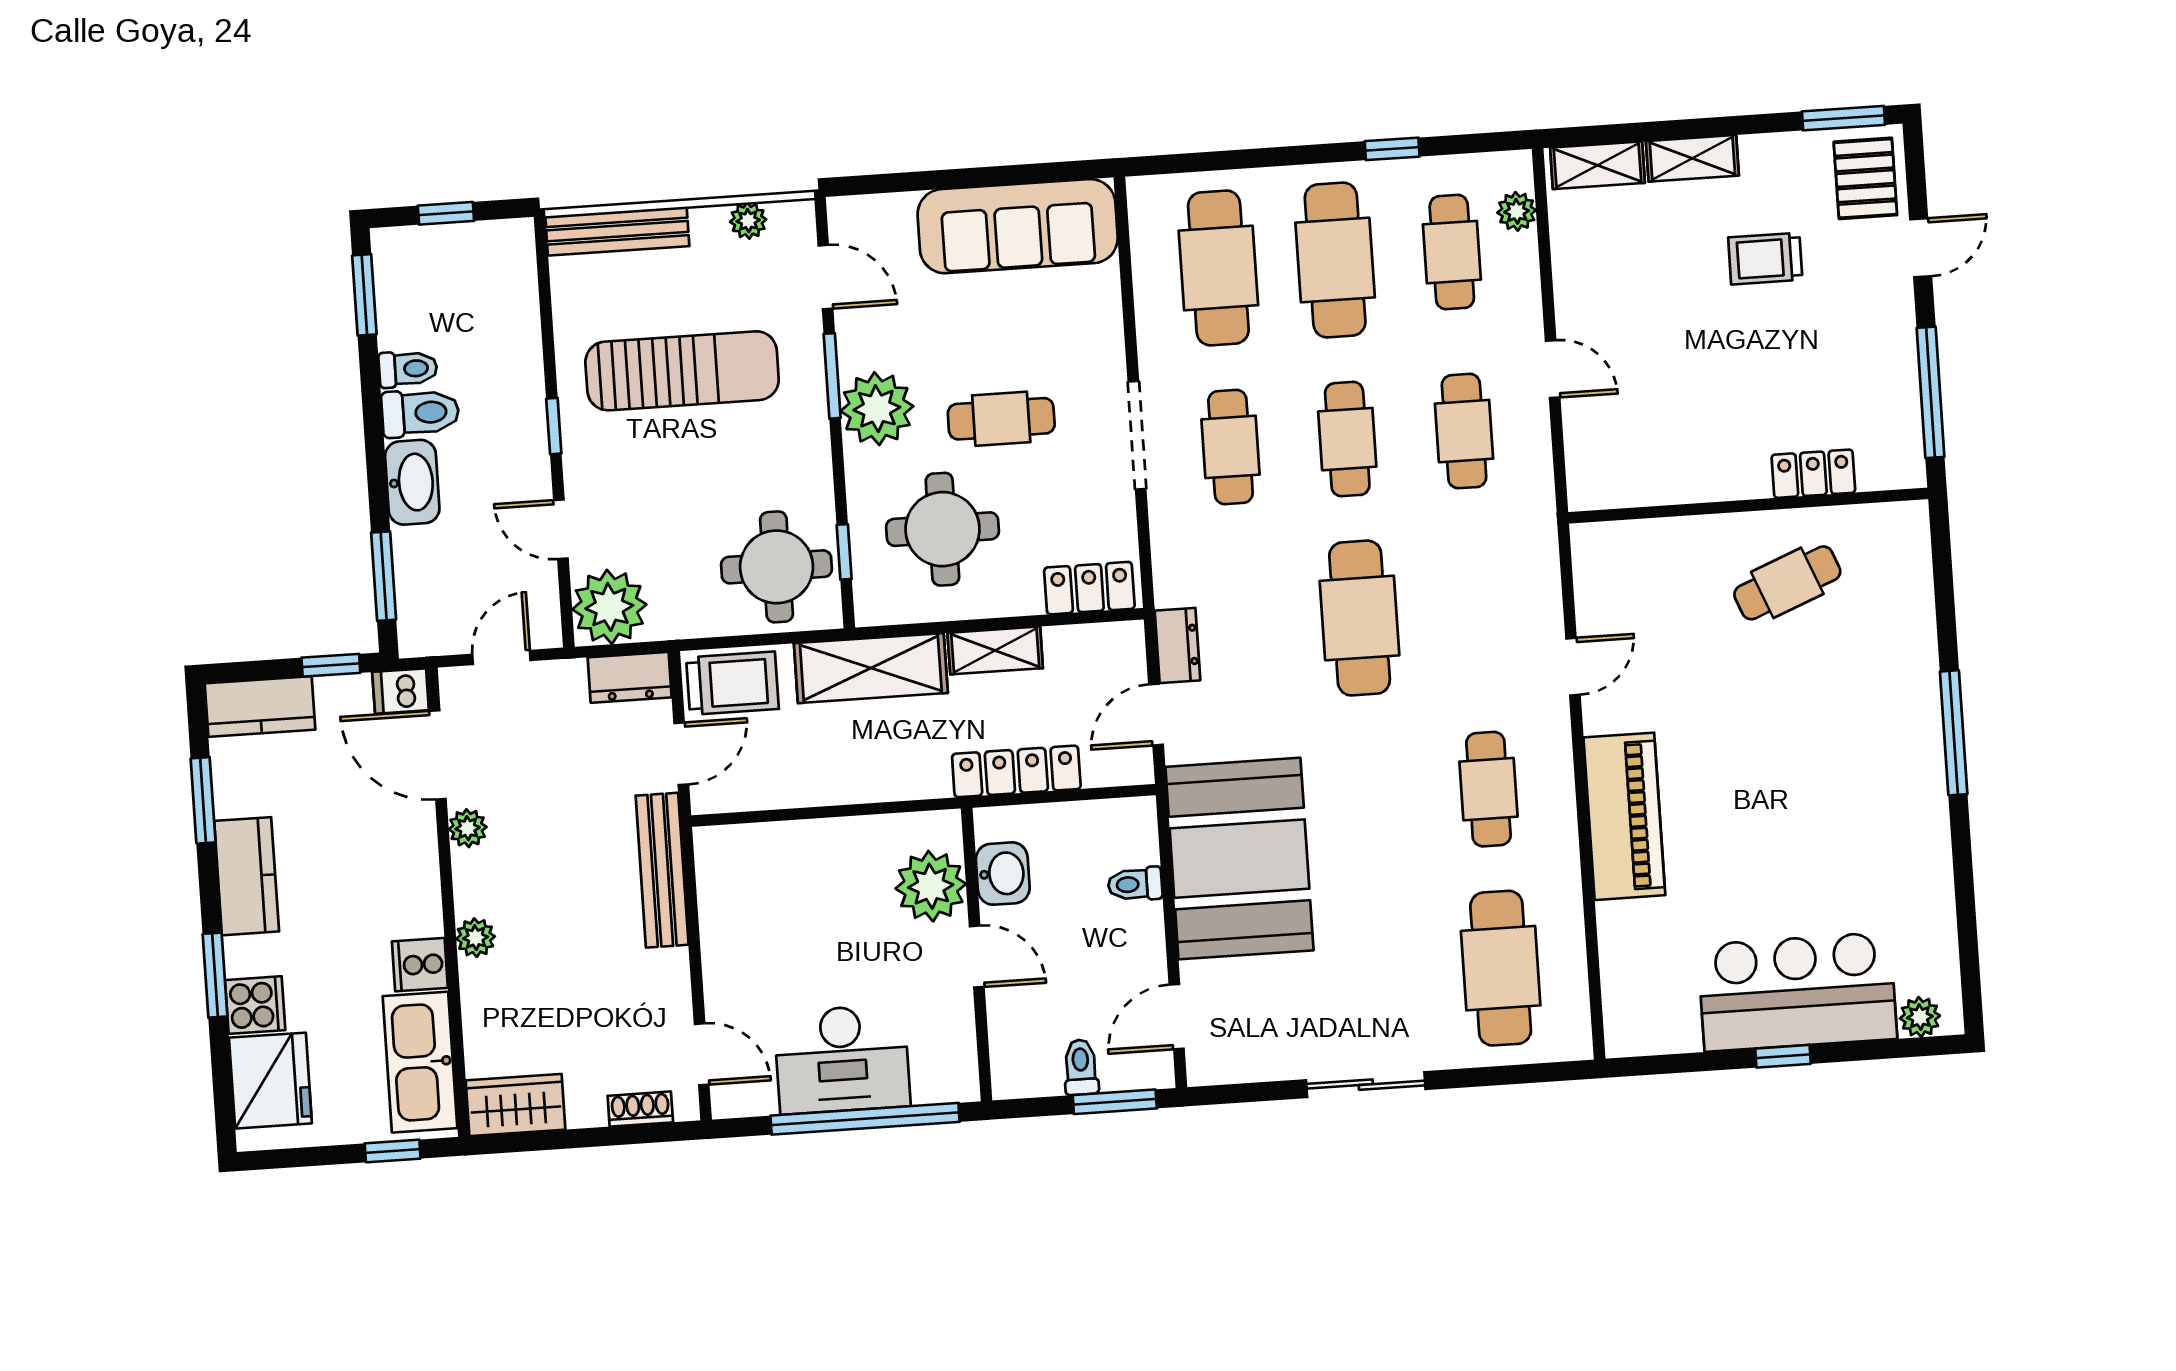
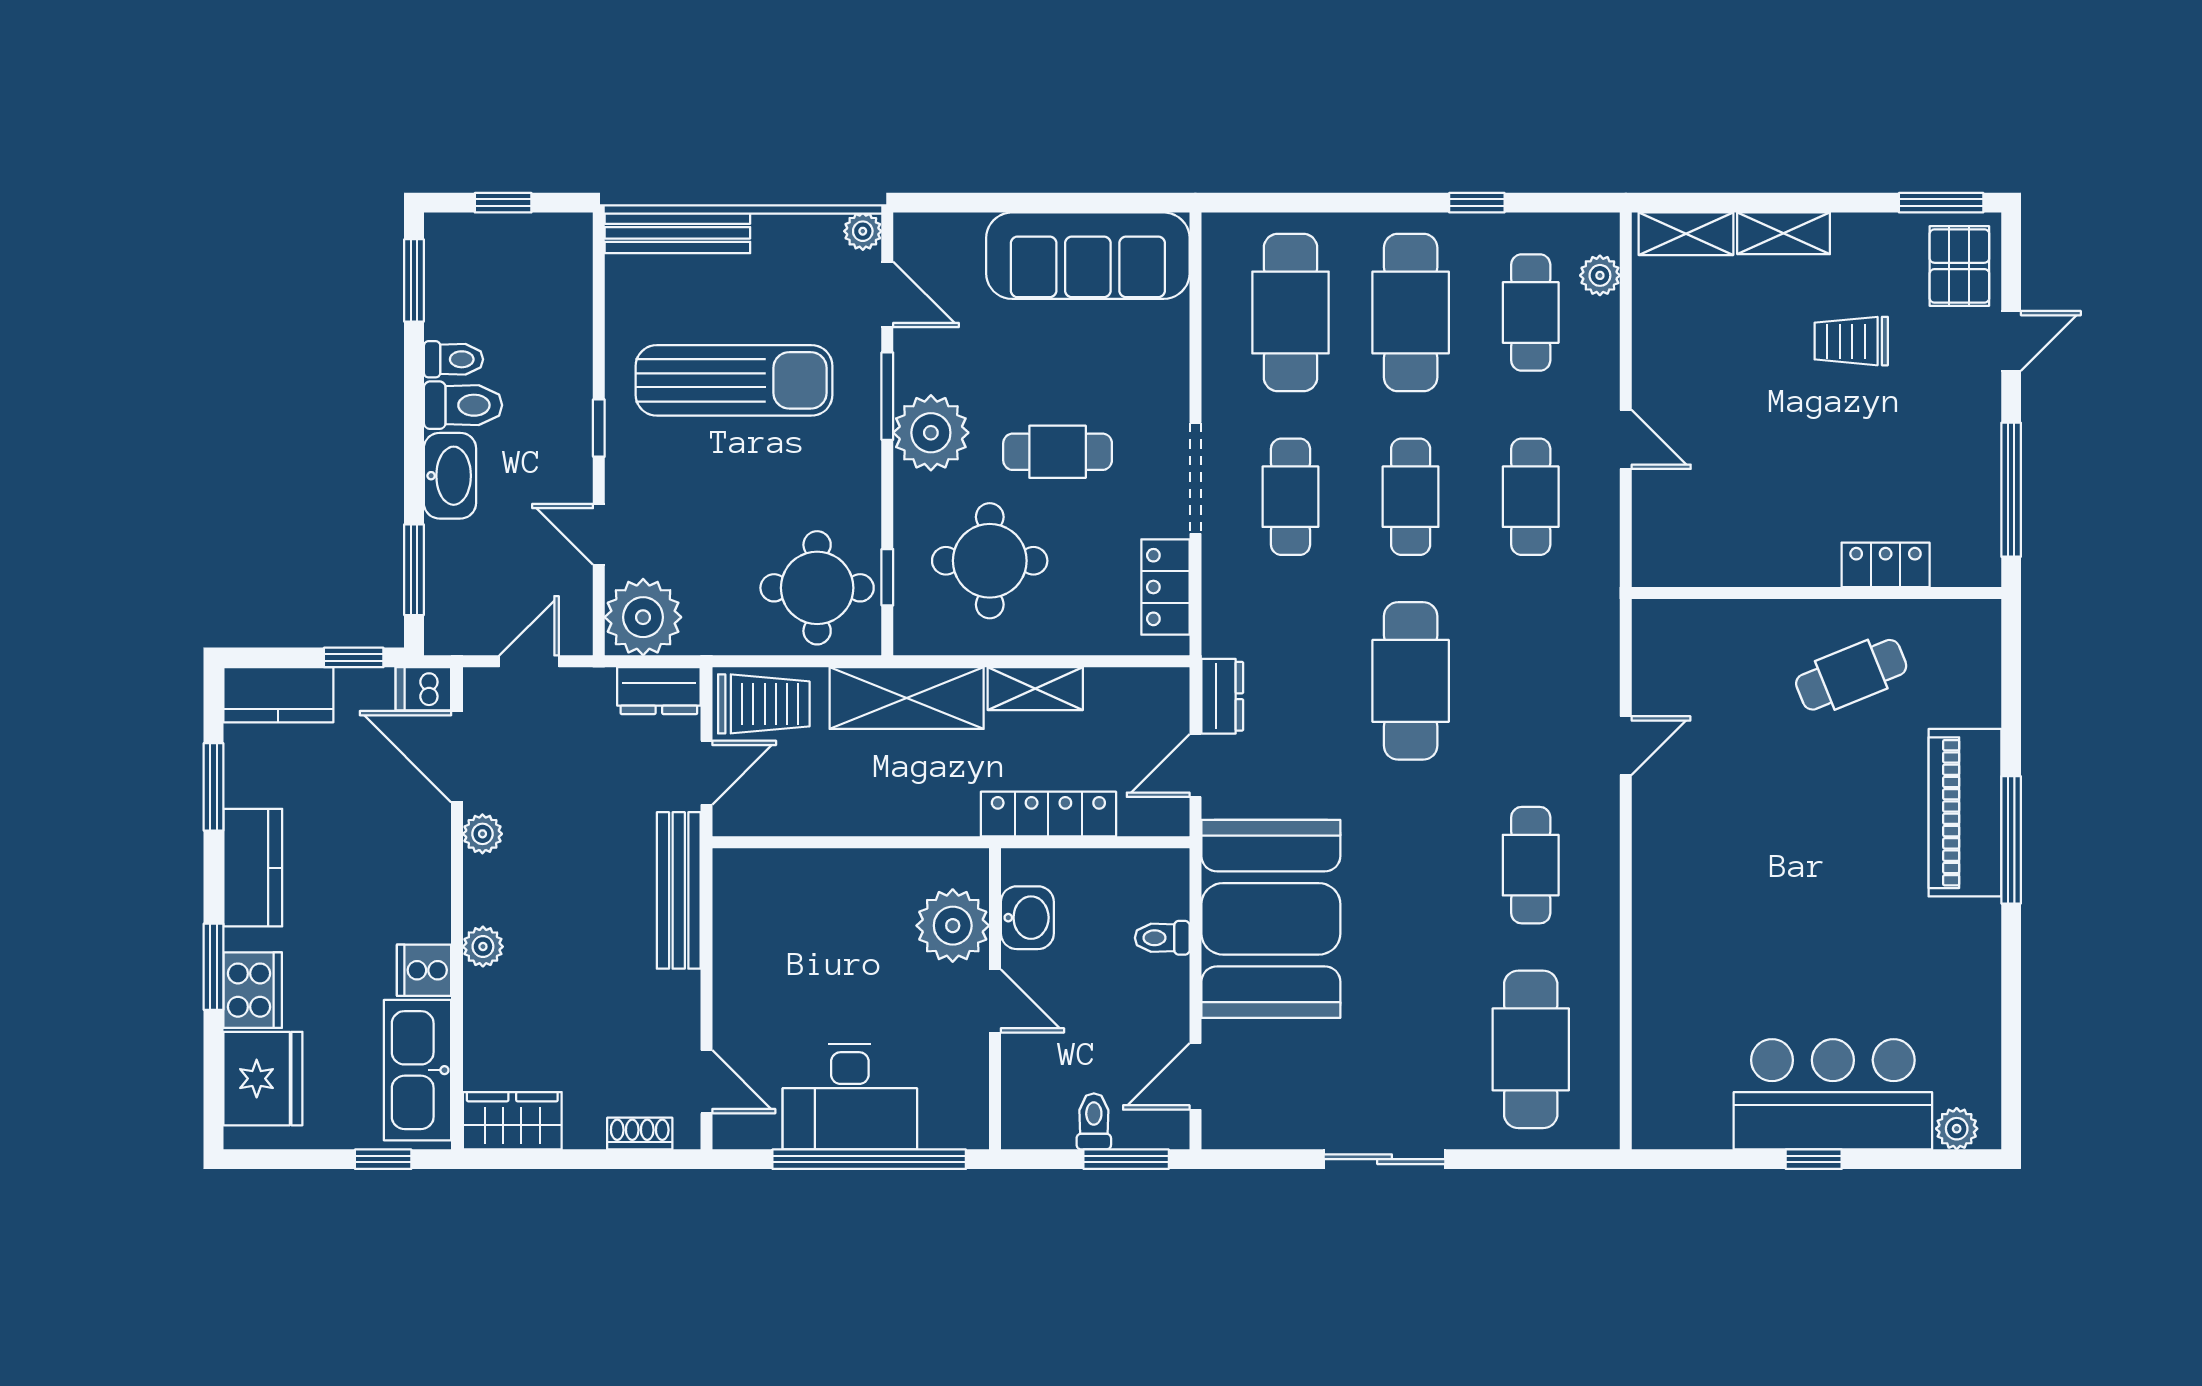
plant: (748, 221) -> (863, 231), moved
locker: (1089, 588) -> (1165, 587), moved, turned -90
piano: (1624, 816) -> (1965, 813), moved, turned 180
cooker: (255, 1005) -> (253, 990), width x1.36

